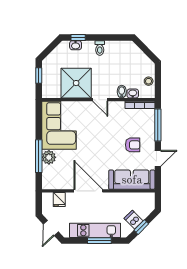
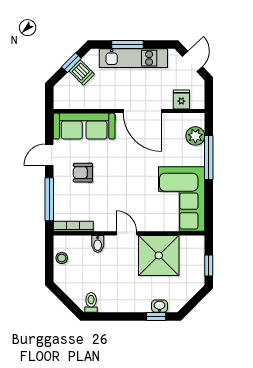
toilet: (100, 48) -> (91, 302), moved
washbasin: (133, 94) -> (83, 241), removed
plant: (49, 157) -> (195, 136), moved

